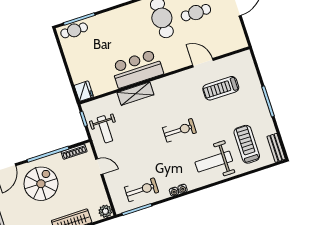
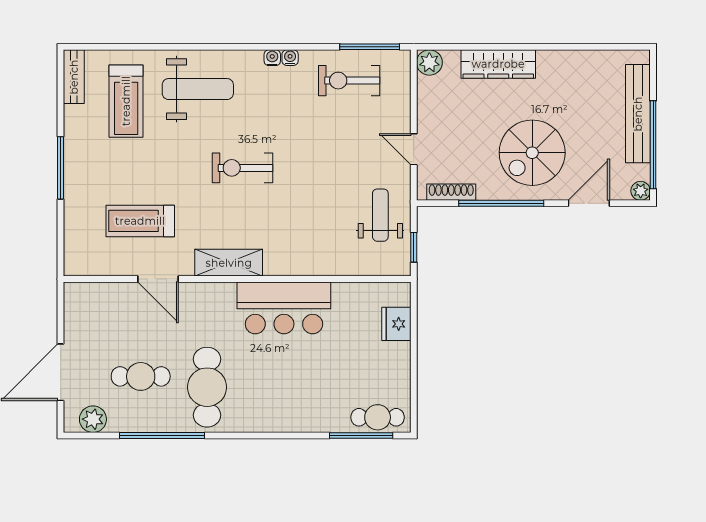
treadmill: (221, 88) -> (140, 221), turned 180
fridge: (84, 91) -> (396, 324), moved
shelving: (135, 94) -> (229, 263), moved

